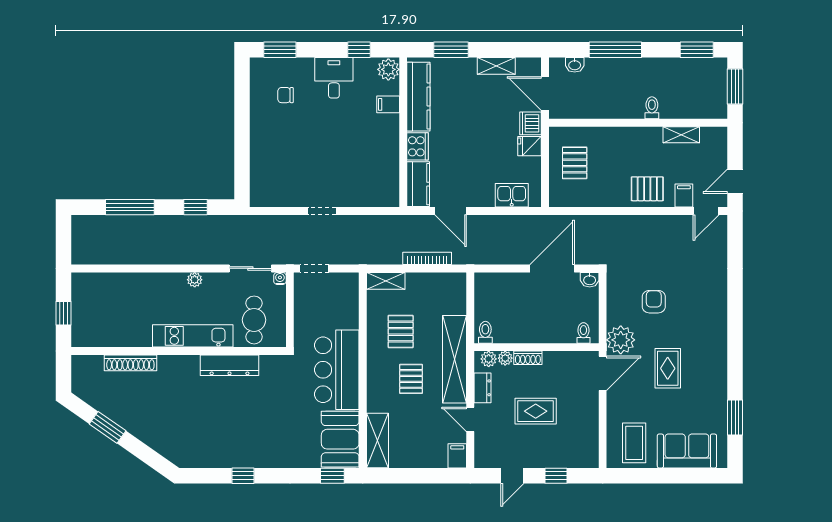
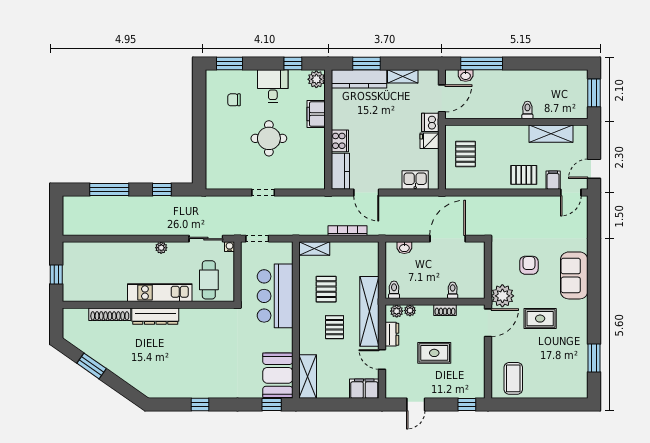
window: (615, 50) -> (482, 63), moved
window: (697, 50) -> (563, 63), removed
door: (545, 93) -> (442, 98), swing flipped
kitchen counter: (418, 97) -> (359, 79), moved, turned 90
filing cabinet: (388, 104) -> (316, 114), width x2.00
shelving: (681, 135) -> (551, 134), width x1.50, depth x1.33
round table: (329, 143) -> (269, 138), added
washbasin: (590, 280) -> (404, 248), moved
toilet: (583, 333) -> (453, 290), moved
shoe rack: (528, 358) -> (445, 310), moved
dresser: (230, 365) -> (155, 316), moved
rug: (668, 368) -> (540, 319), turned 90
bar counter: (337, 370) -> (275, 296), moved
sofa: (687, 451) -> (574, 275), moved, turned -90
filing cabinet: (457, 456) -> (364, 389), width x2.00
window: (556, 476) -> (467, 405), moved

